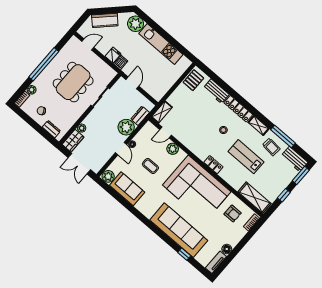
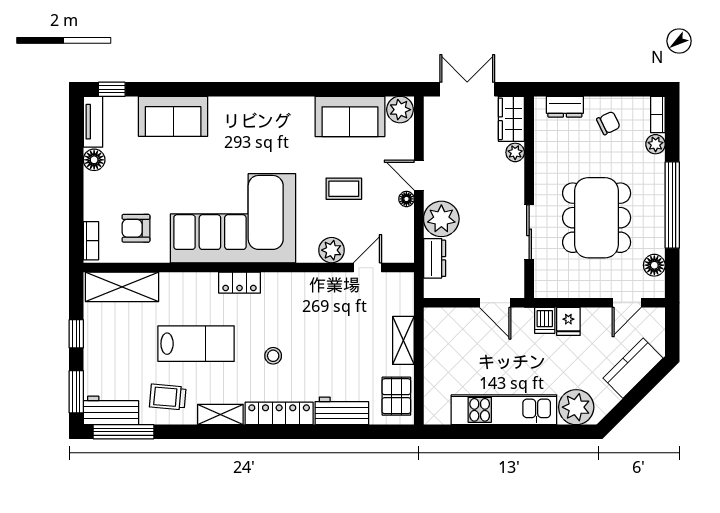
floor lamp: (67, 49) -> (654, 265), added
shelving: (162, 112) -> (403, 340), moved
window: (283, 136) -> (124, 432), moved
sofa: (179, 230) -> (173, 116), width x0.54, depth x0.79
window: (184, 254) -> (112, 89), moved

